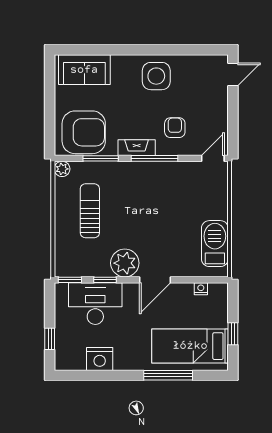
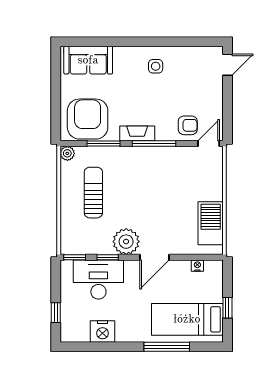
side table: (156, 76) -> (156, 66), width x0.54, depth x0.54
armchair: (175, 128) -> (188, 125), moved, turned 90
armchair: (84, 132) -> (88, 119), turned -90

